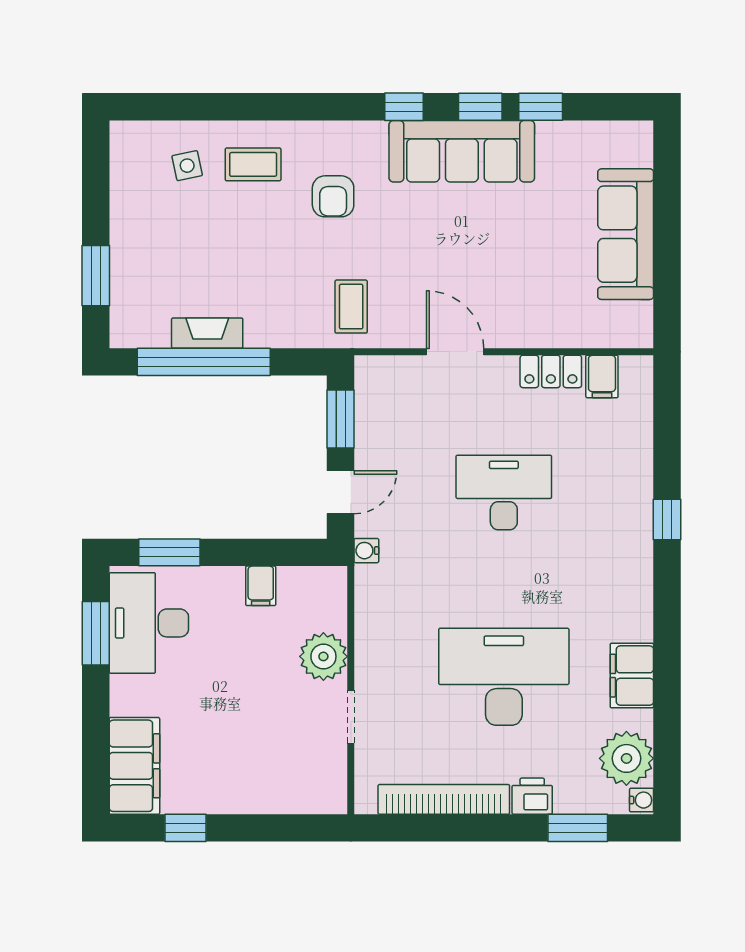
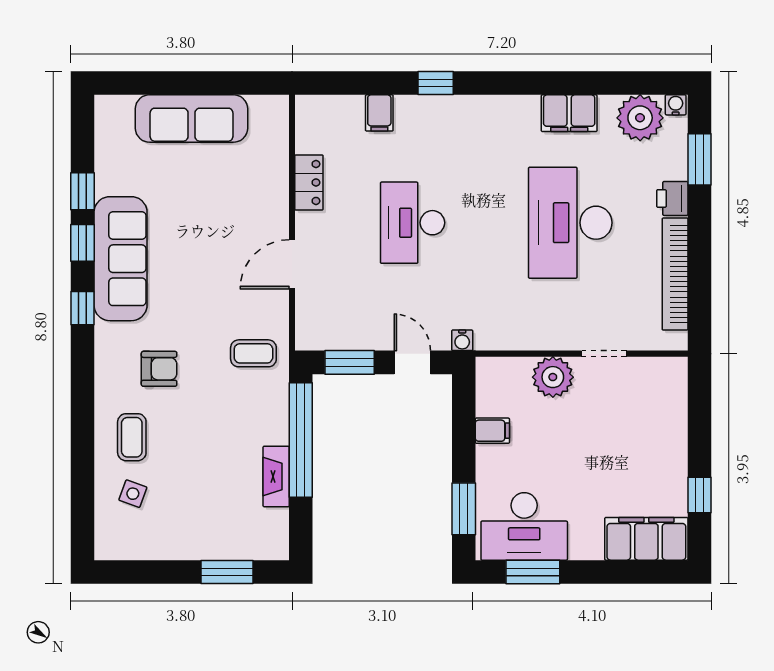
side table: (187, 166) -> (133, 494), turned 32
window: (204, 362) -> (301, 440), moved
filing cabinet: (602, 376) -> (379, 113), moved, turned 90

